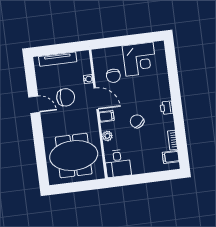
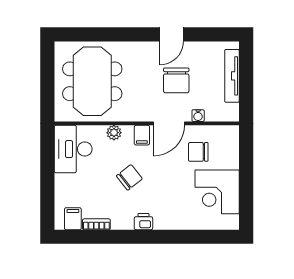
desk: (118, 163) -> (73, 149), width x1.37

